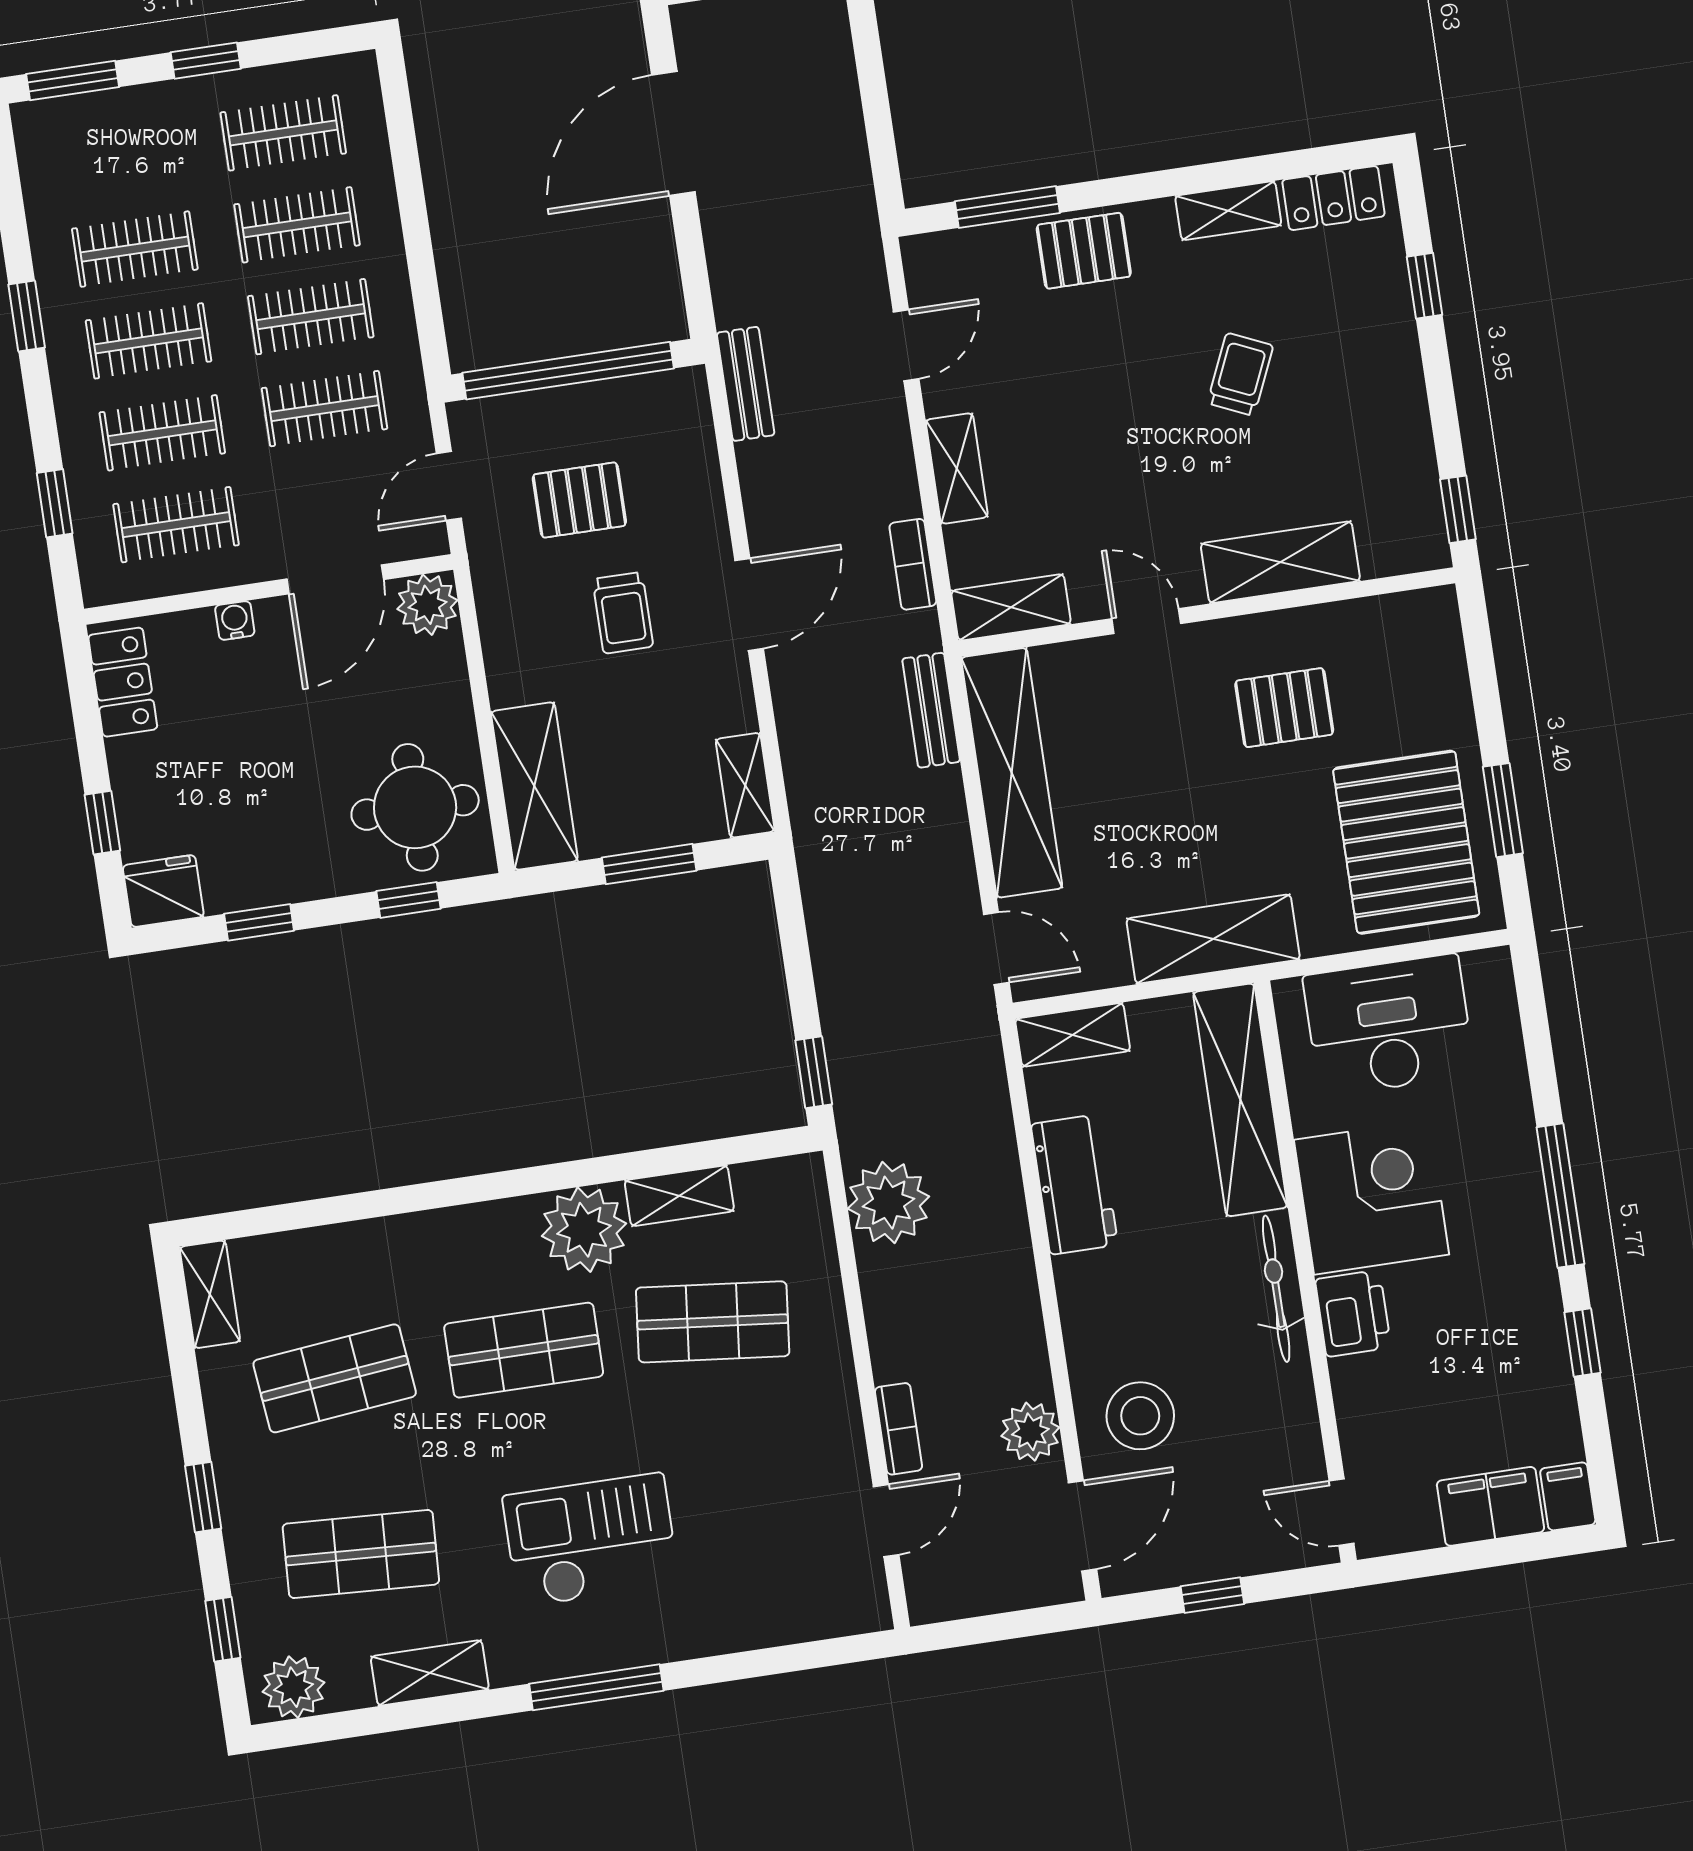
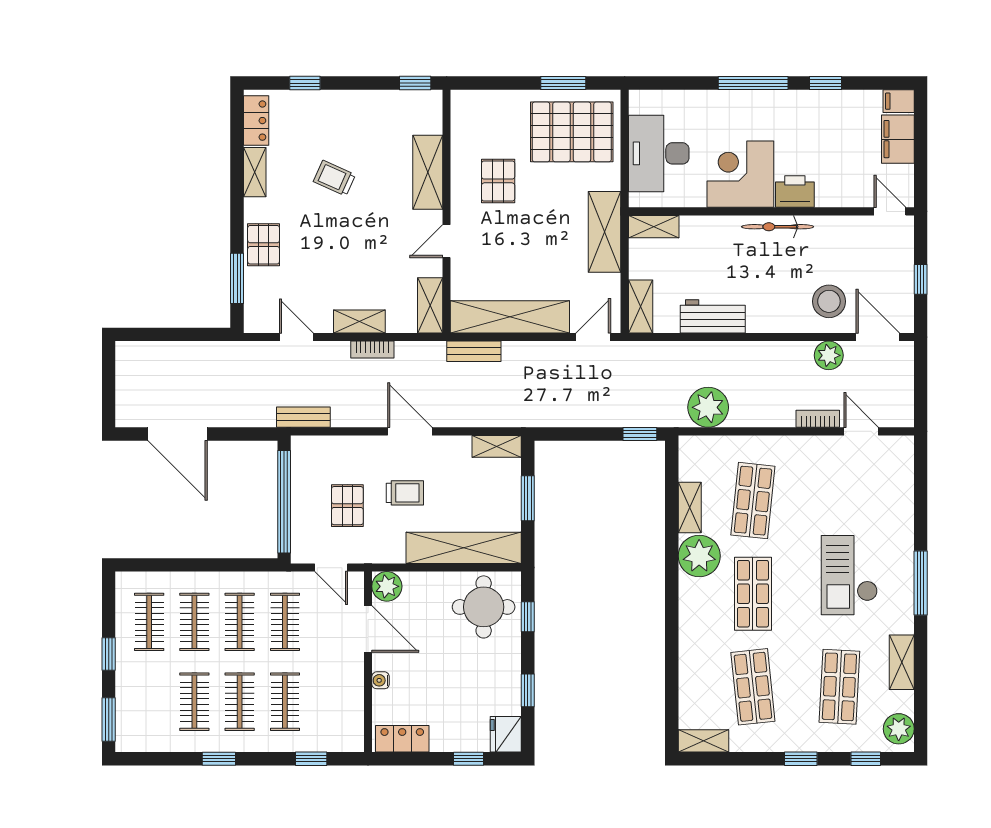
clothes rail: (176, 525) -> (330, 702), removed
bookcase: (913, 564) -> (372, 350), moved
shelving: (534, 786) -> (464, 548), width x1.47
shelving: (1240, 1100) -> (654, 227), width x0.45, depth x0.75
door: (1341, 1512) -> (890, 211), swing flipped

